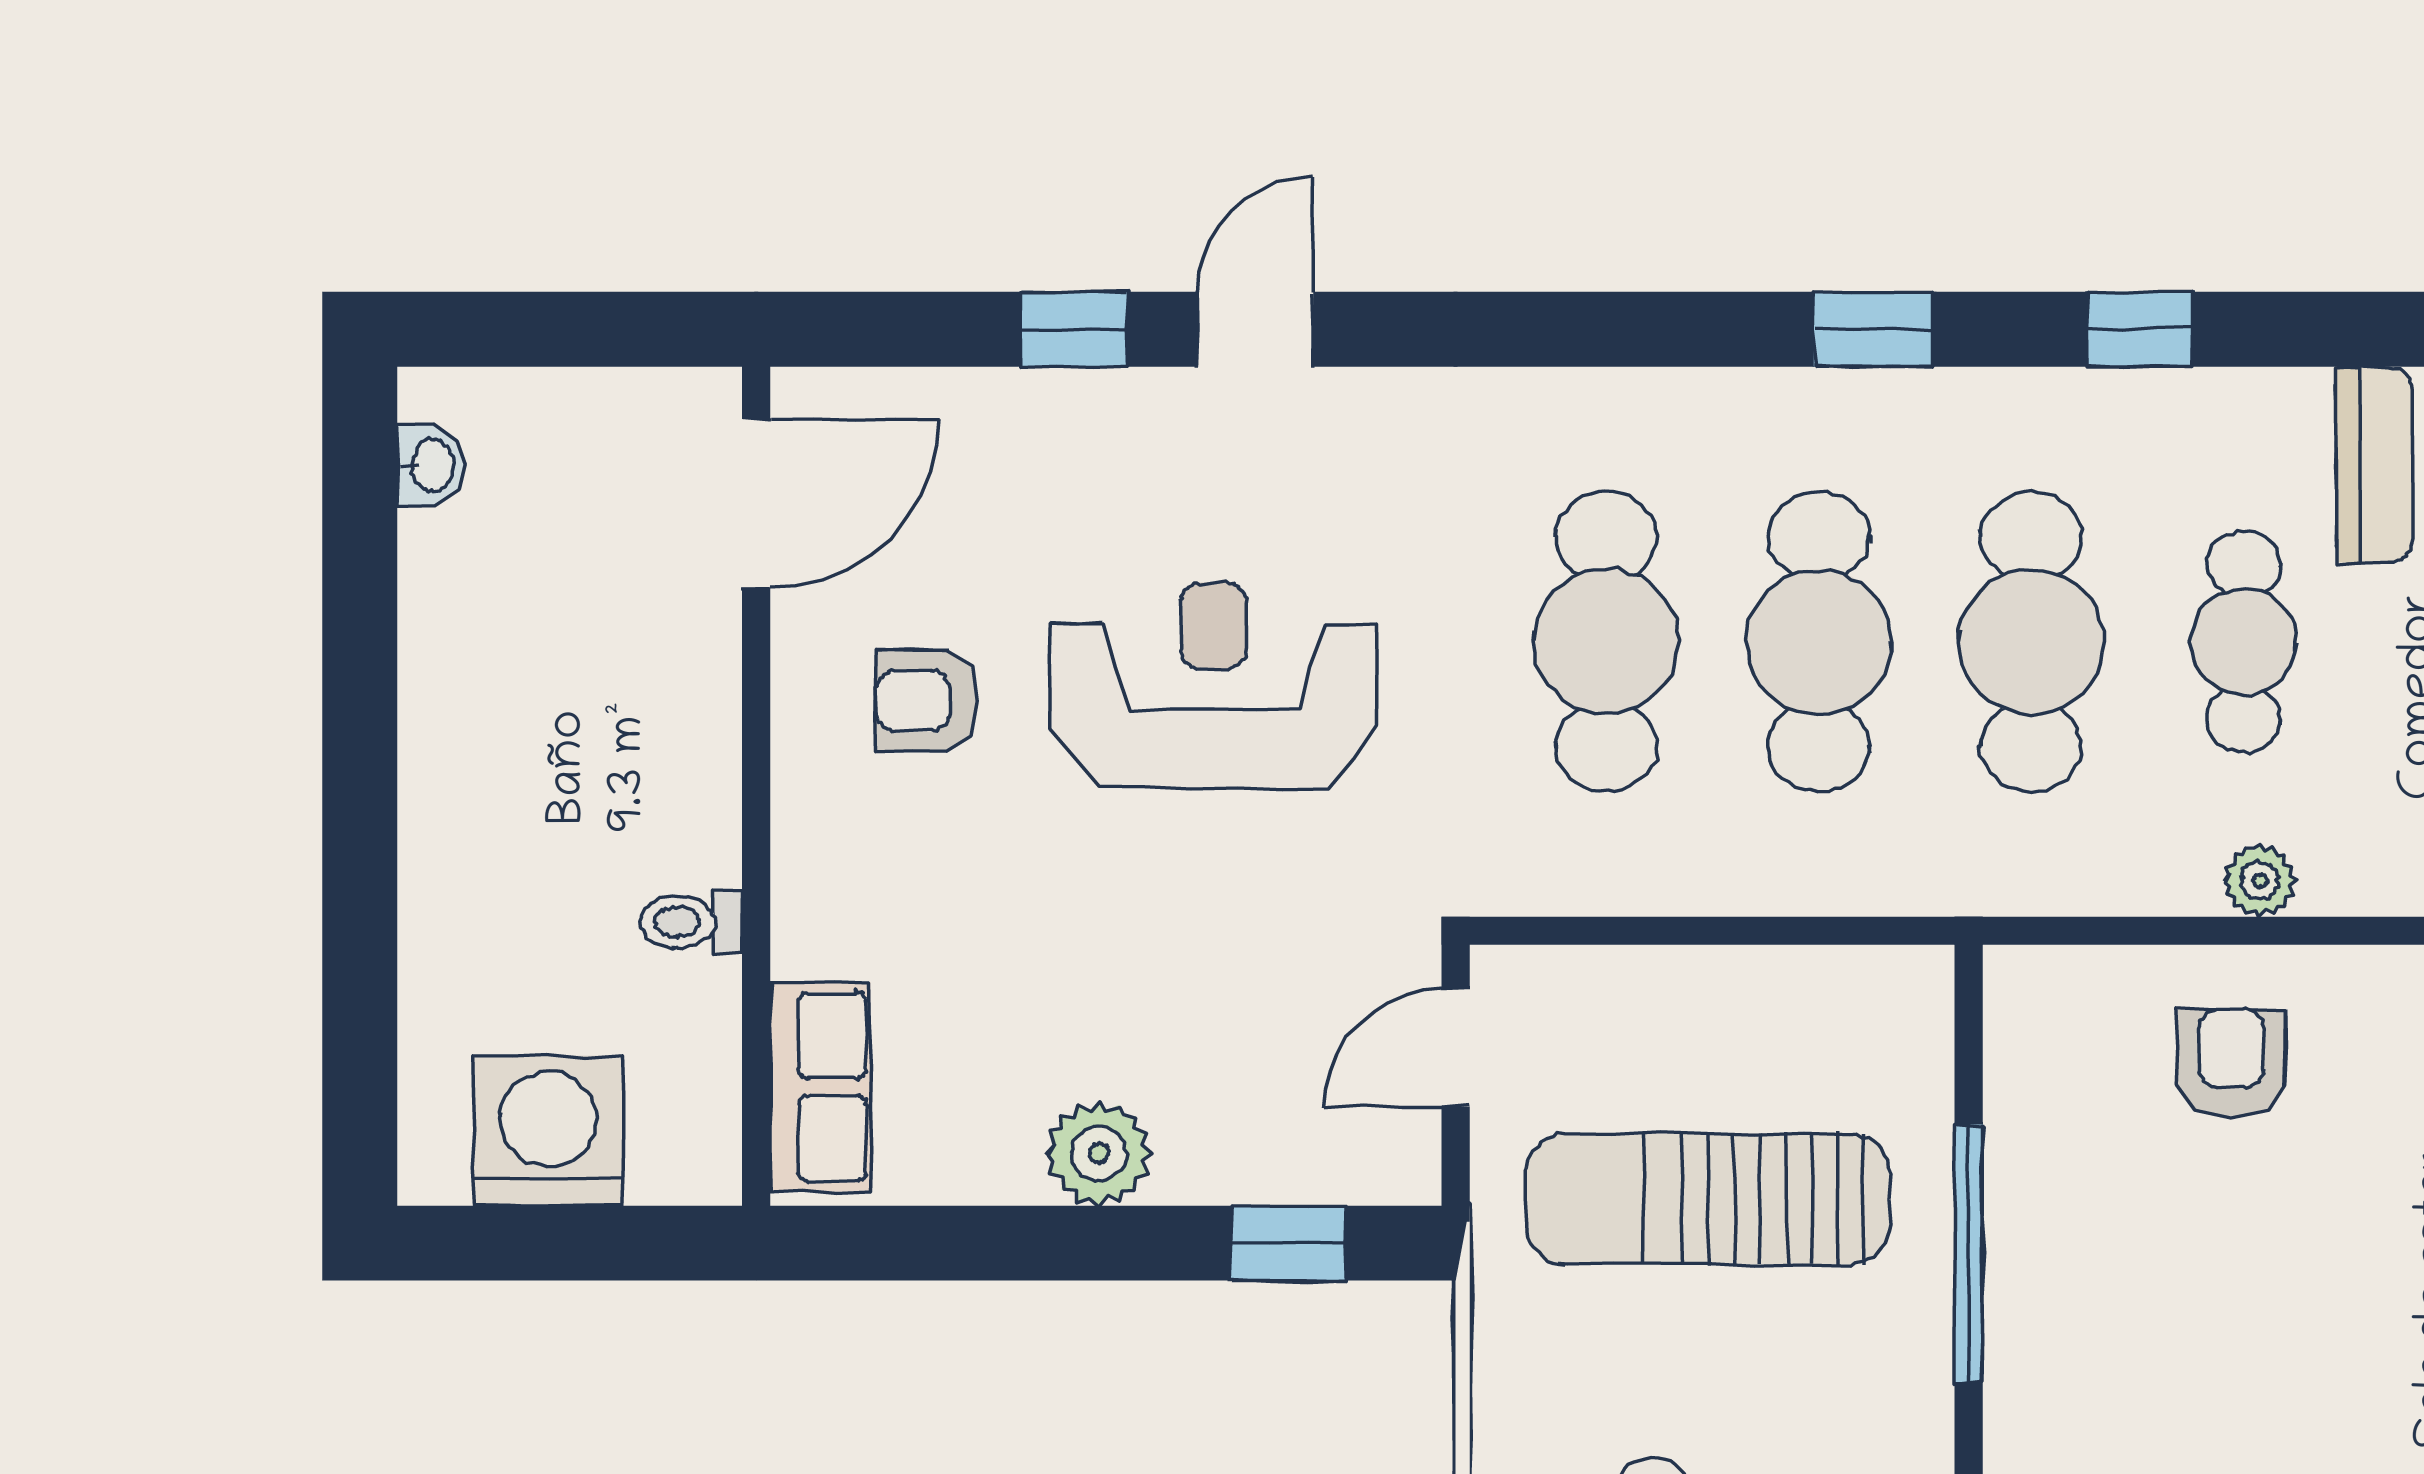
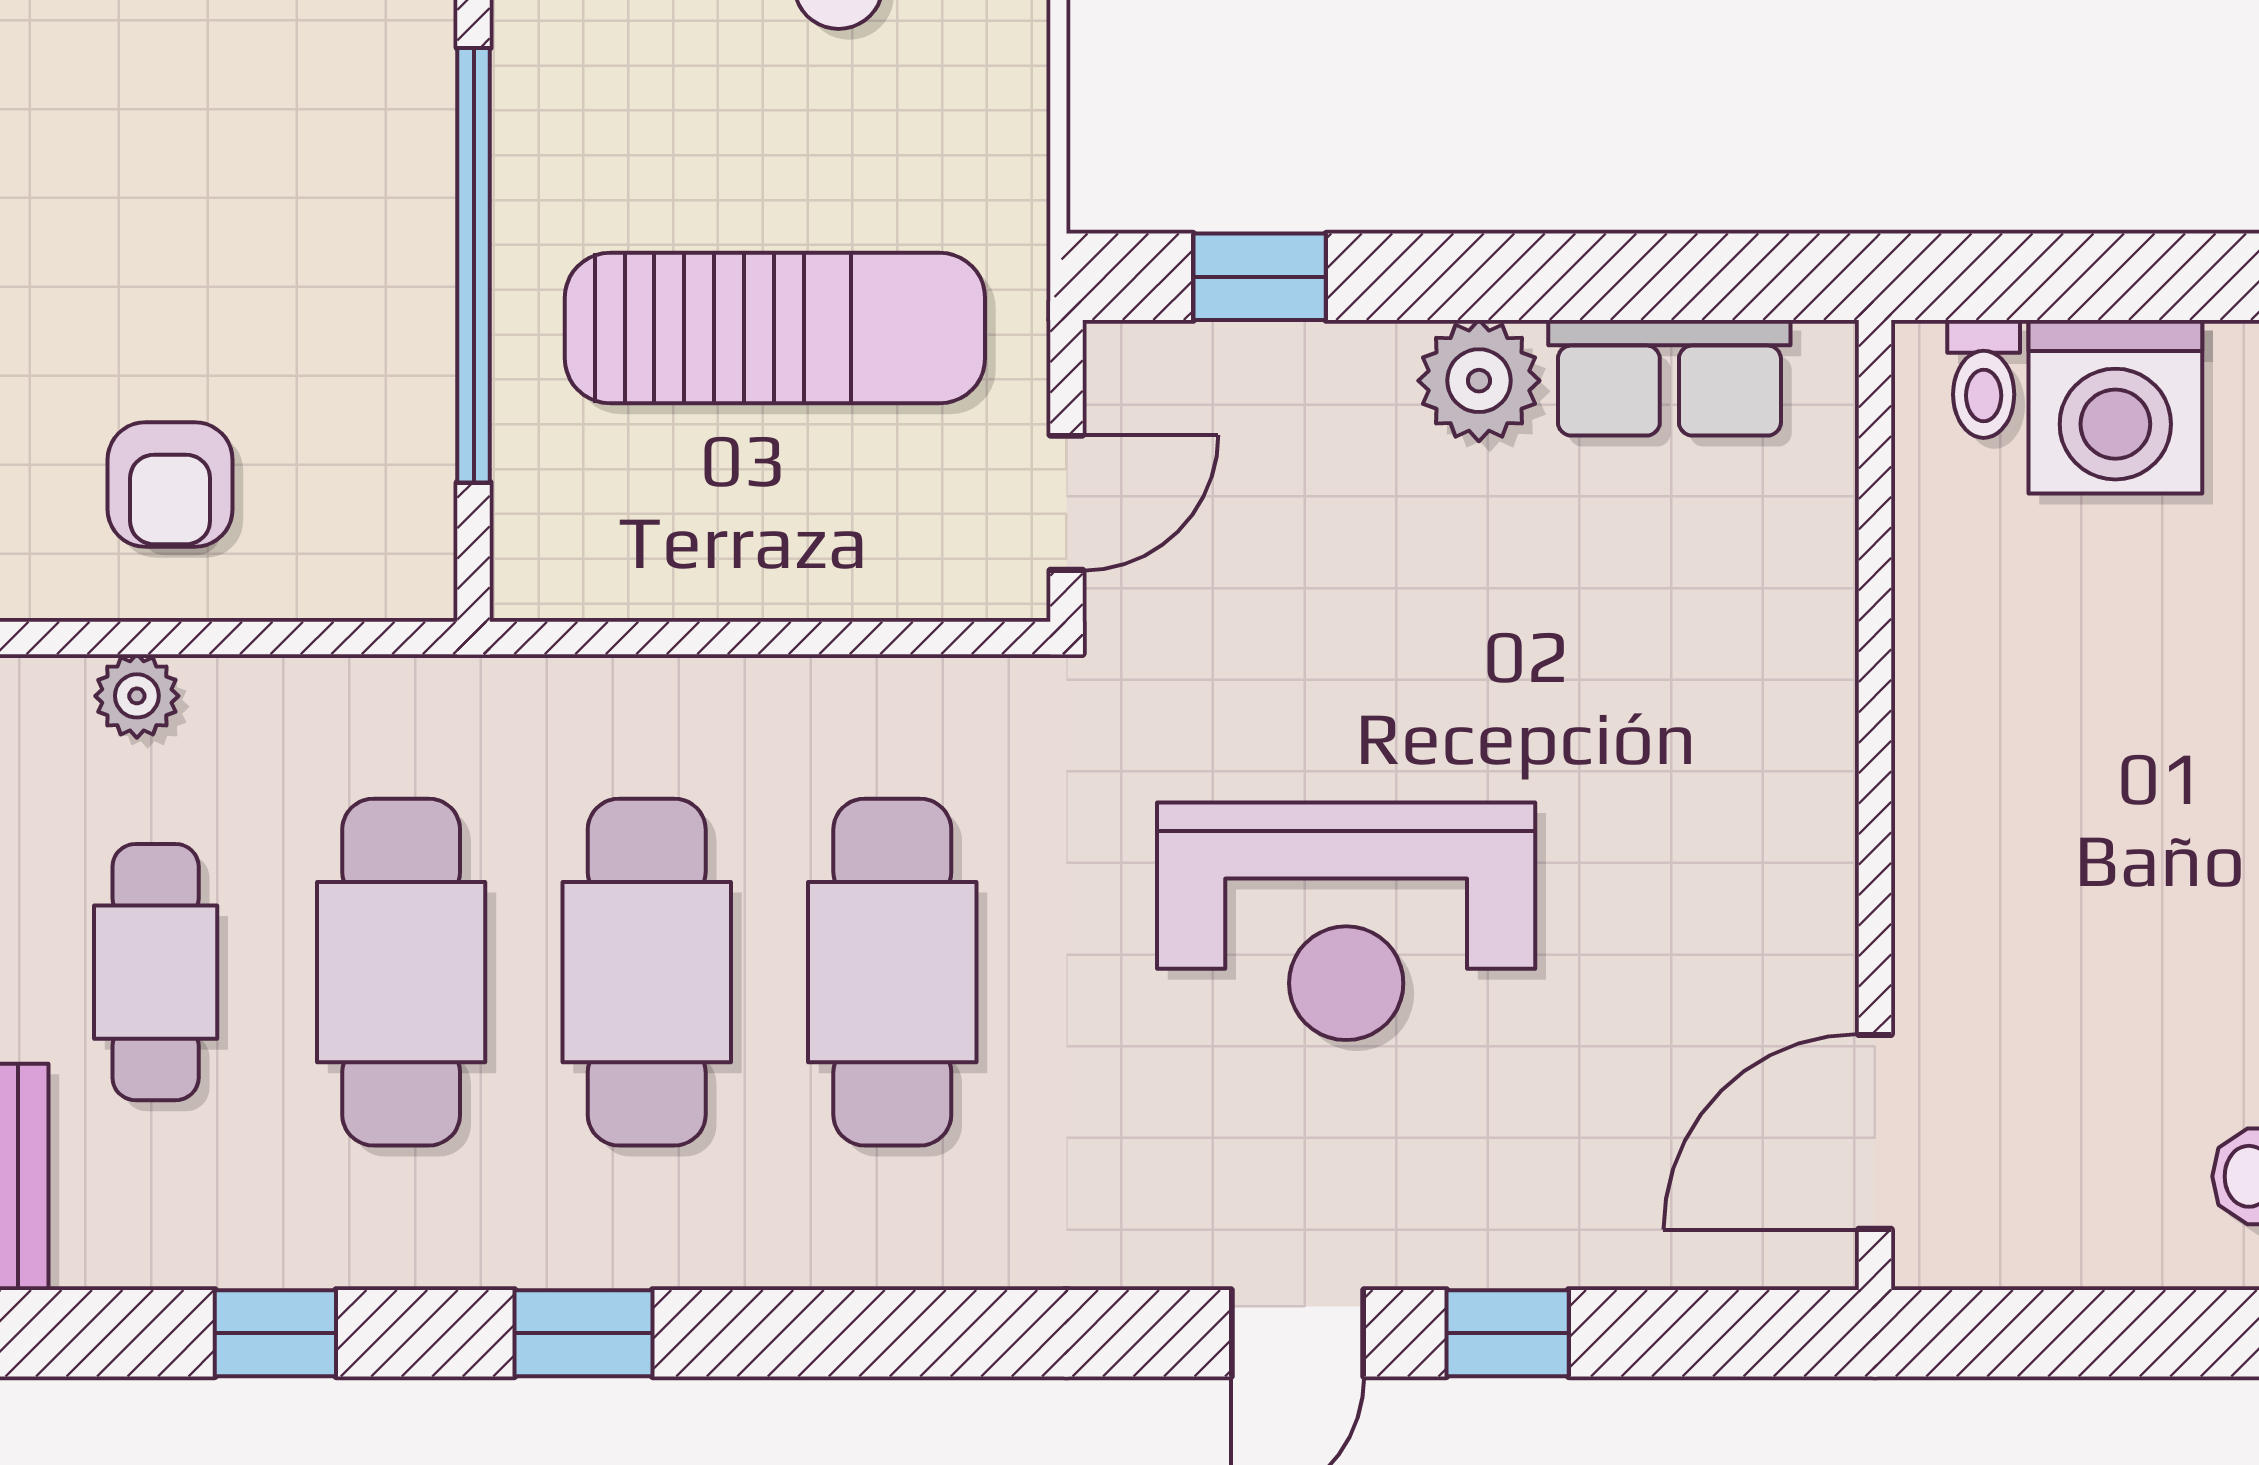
armchair: (927, 701) -> (1677, 903), removed
toilet: (691, 922) -> (1984, 379), moved, turned 90
row of seats: (820, 1087) -> (1669, 378), moved, turned -90
window: (1969, 1253) -> (474, 265), width x1.46

